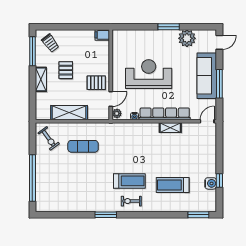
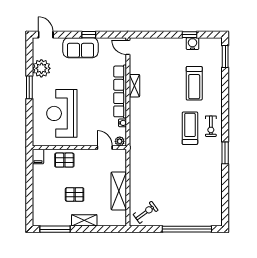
trolley: (50, 43) -> (46, 211), removed
reception desk: (149, 74) -> (62, 113), moved
sofa: (207, 76) -> (81, 48), width x0.73
pallet: (96, 83) -> (64, 160), moved, turned 90
window: (219, 84) -> (89, 35), width x0.46
exercise mat: (83, 146) -> (154, 176), removed

